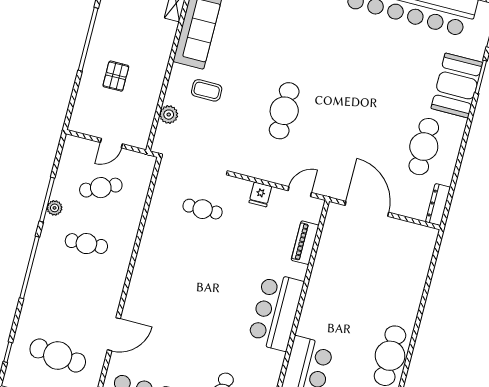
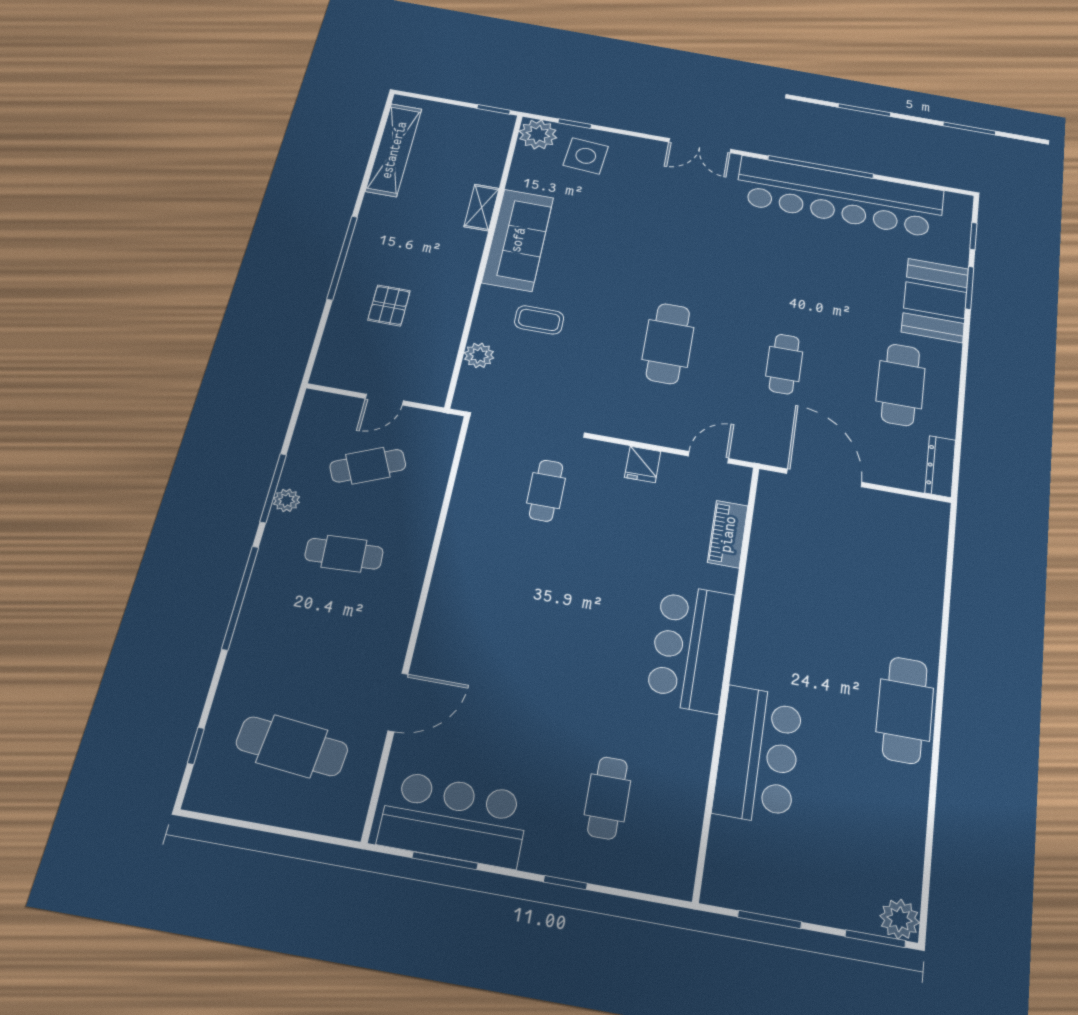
cafe table: (354, 129) -> (784, 364), added
cafe table: (203, 209) -> (546, 491), turned 90

